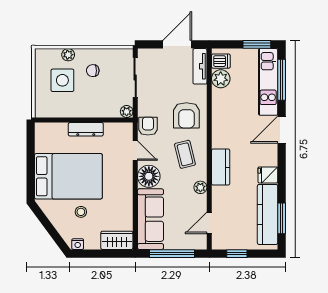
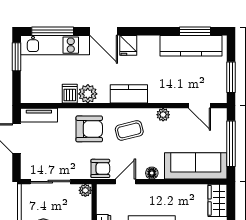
dishwasher: (221, 61) -> (70, 94), moved
plant: (221, 79) -> (88, 94), moved
armchair: (148, 126) -> (100, 168), turned 180
kitchen counter: (221, 167) -> (129, 94), moved
fridge: (268, 175) -> (128, 45), moved
floor lamp: (149, 176) -> (152, 173), width x0.53, depth x0.53
window: (237, 254) -> (231, 77), width x1.50

